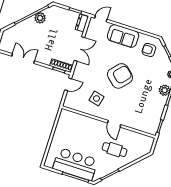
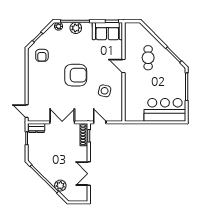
plant: (40, 18) -> (60, 186), moved
sofa: (123, 36) -> (107, 31), moved, turned 90
armchair: (120, 76) -> (76, 75), turned 138
door: (114, 124) -> (123, 66), swing flipped
bar counter: (75, 164) -> (165, 110), moved, turned 90

